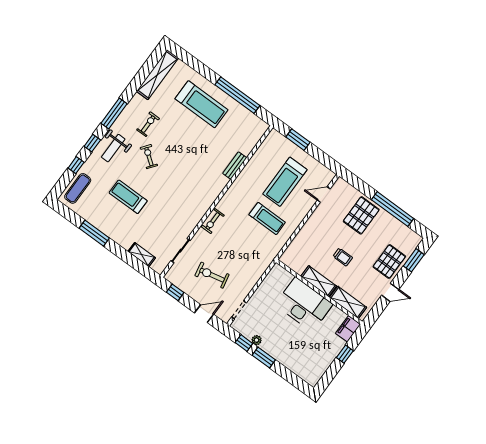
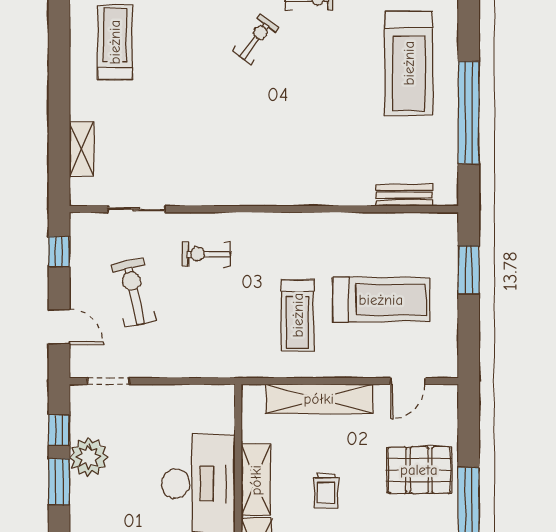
bench: (235, 166) -> (404, 195), moved
treadmill: (285, 182) -> (381, 300), turned 180
door: (324, 195) -> (408, 381), swing flipped
treadmill: (128, 197) -> (115, 42), moved
exercise bike: (213, 221) -> (206, 254), moved
window: (94, 233) -> (59, 42), removed
shelving: (305, 234) -> (319, 399), added
plant: (257, 340) -> (89, 457), width x1.88, depth x1.88

